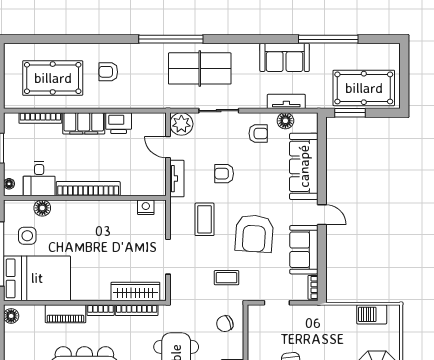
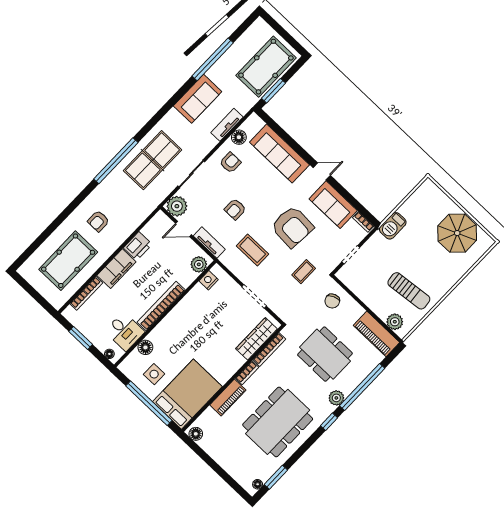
plant: (151, 187) -> (199, 264), added
barbecue: (372, 314) -> (393, 226), moved

